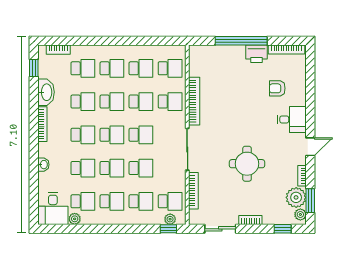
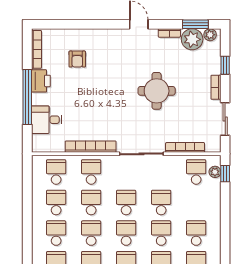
desk: (292, 119) -> (47, 120), moved, turned -90
school desk: (141, 201) -> (196, 203), removed
window: (283, 229) -> (225, 65), moved

